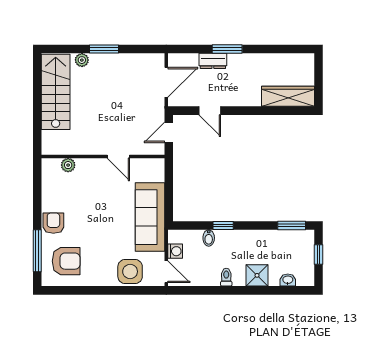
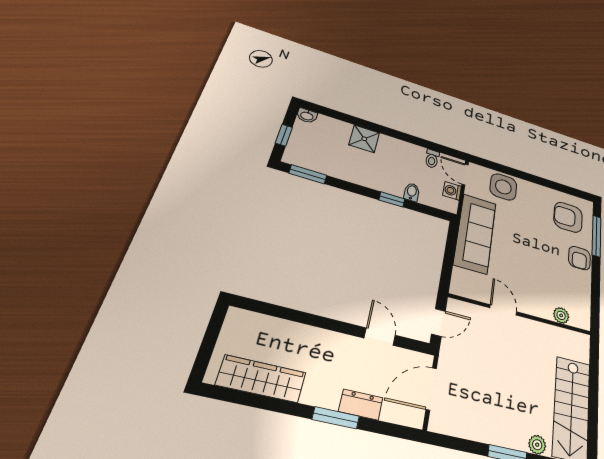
wardrobe: (288, 96) -> (261, 379), moved, turned 180
toilet: (226, 277) -> (432, 159), moved
washbasin: (288, 280) -> (307, 116), moved

